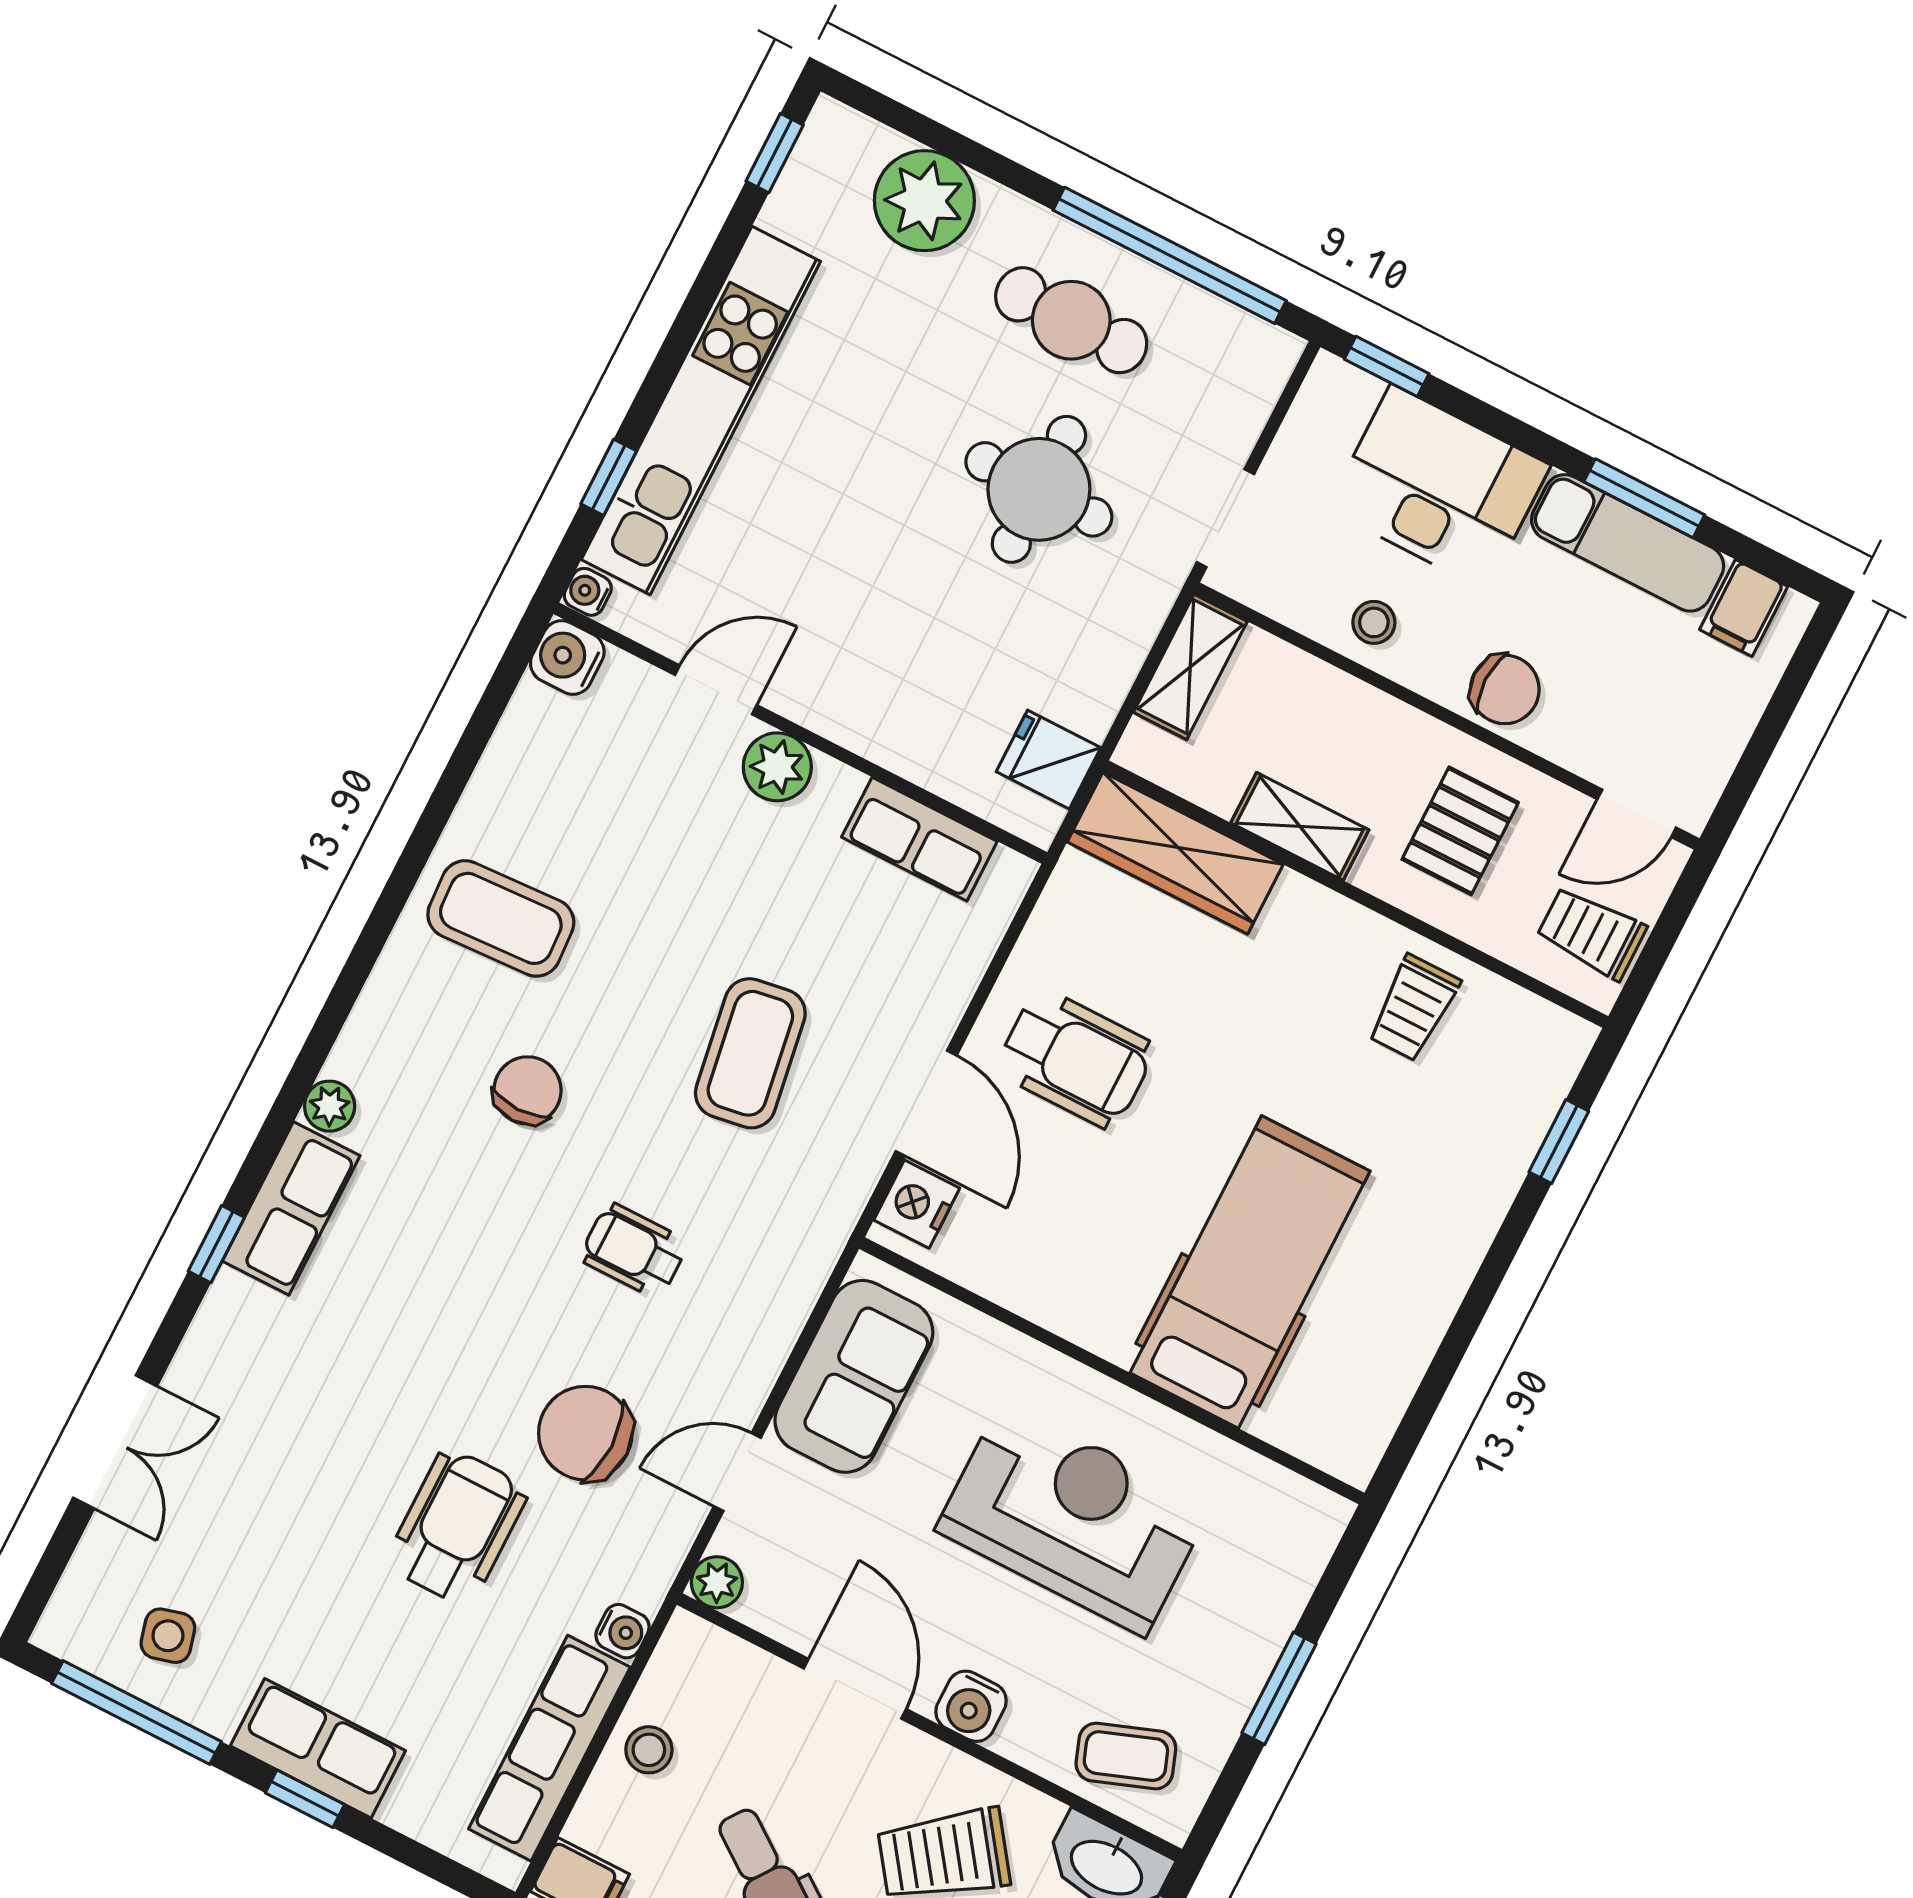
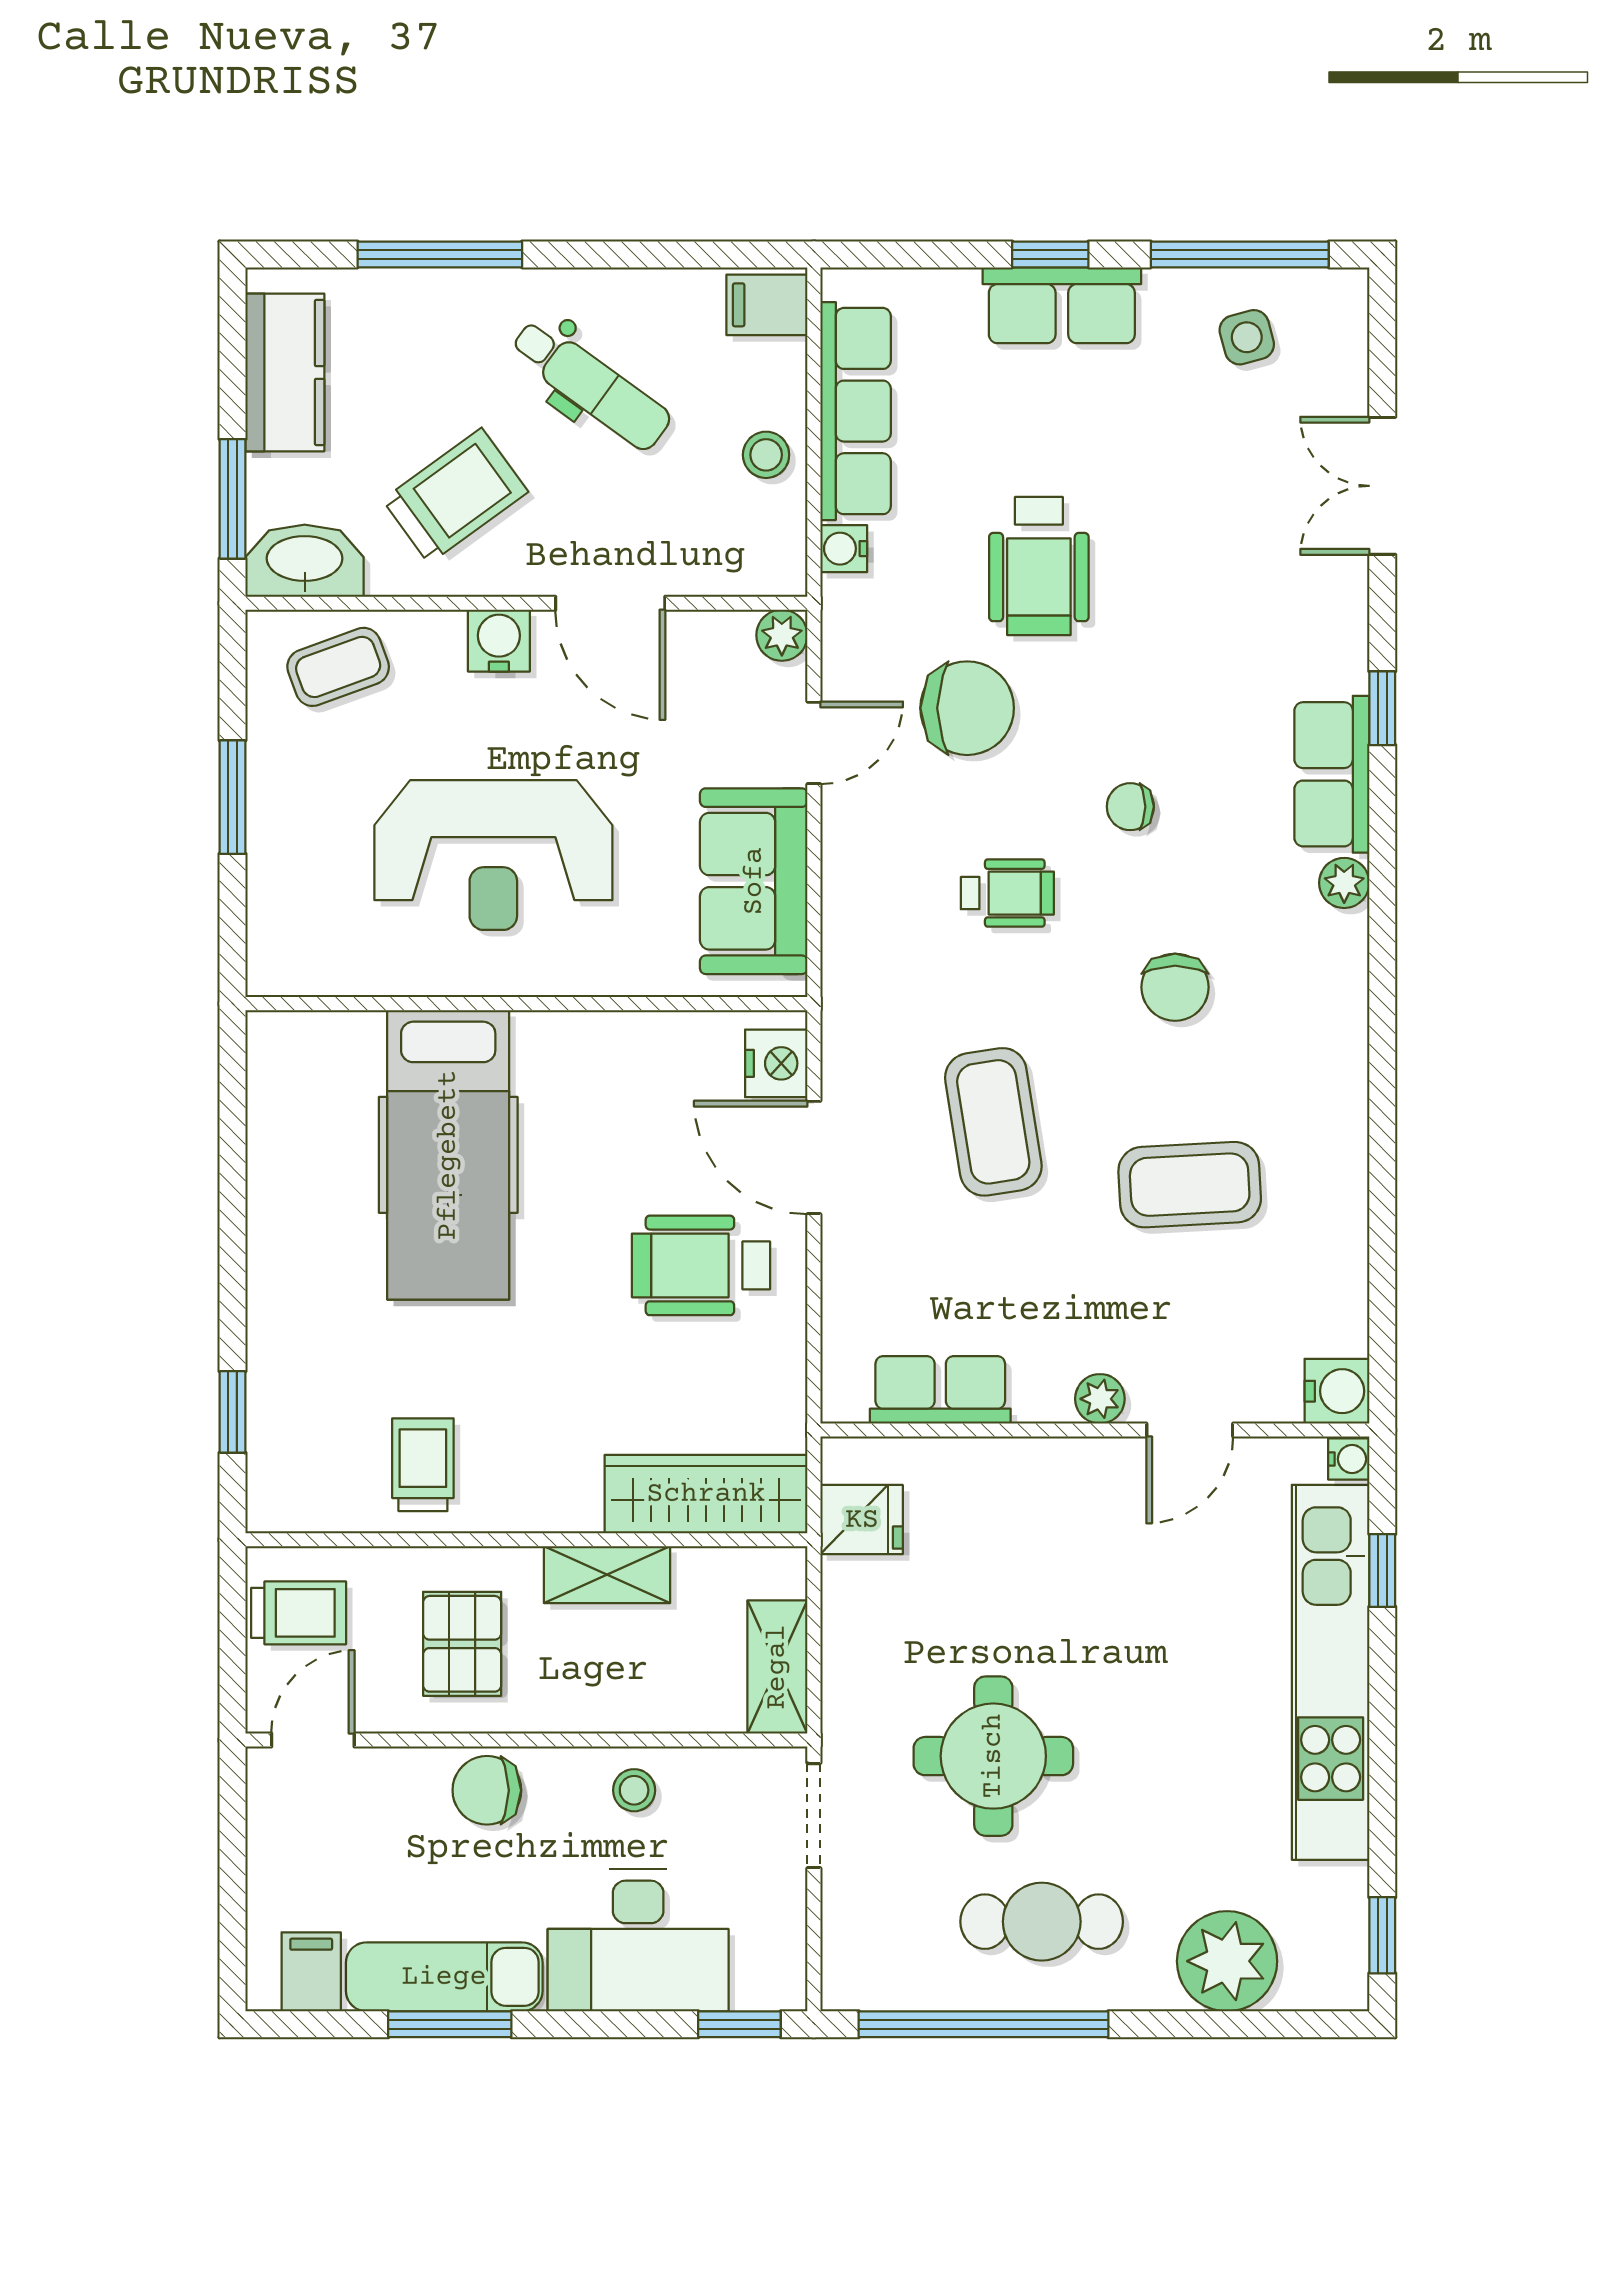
plant: (777, 767) -> (1100, 1399), width x0.73, depth x0.73
coffee table: (501, 918) -> (1190, 1185), moved
chair: (485, 1271) -> (1130, 807), added

